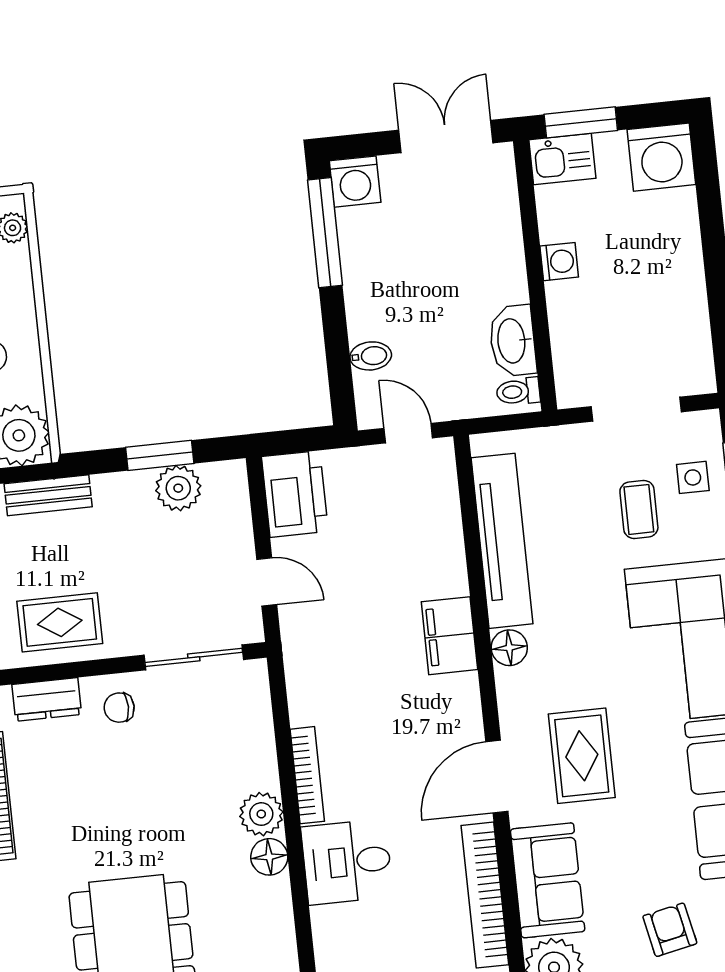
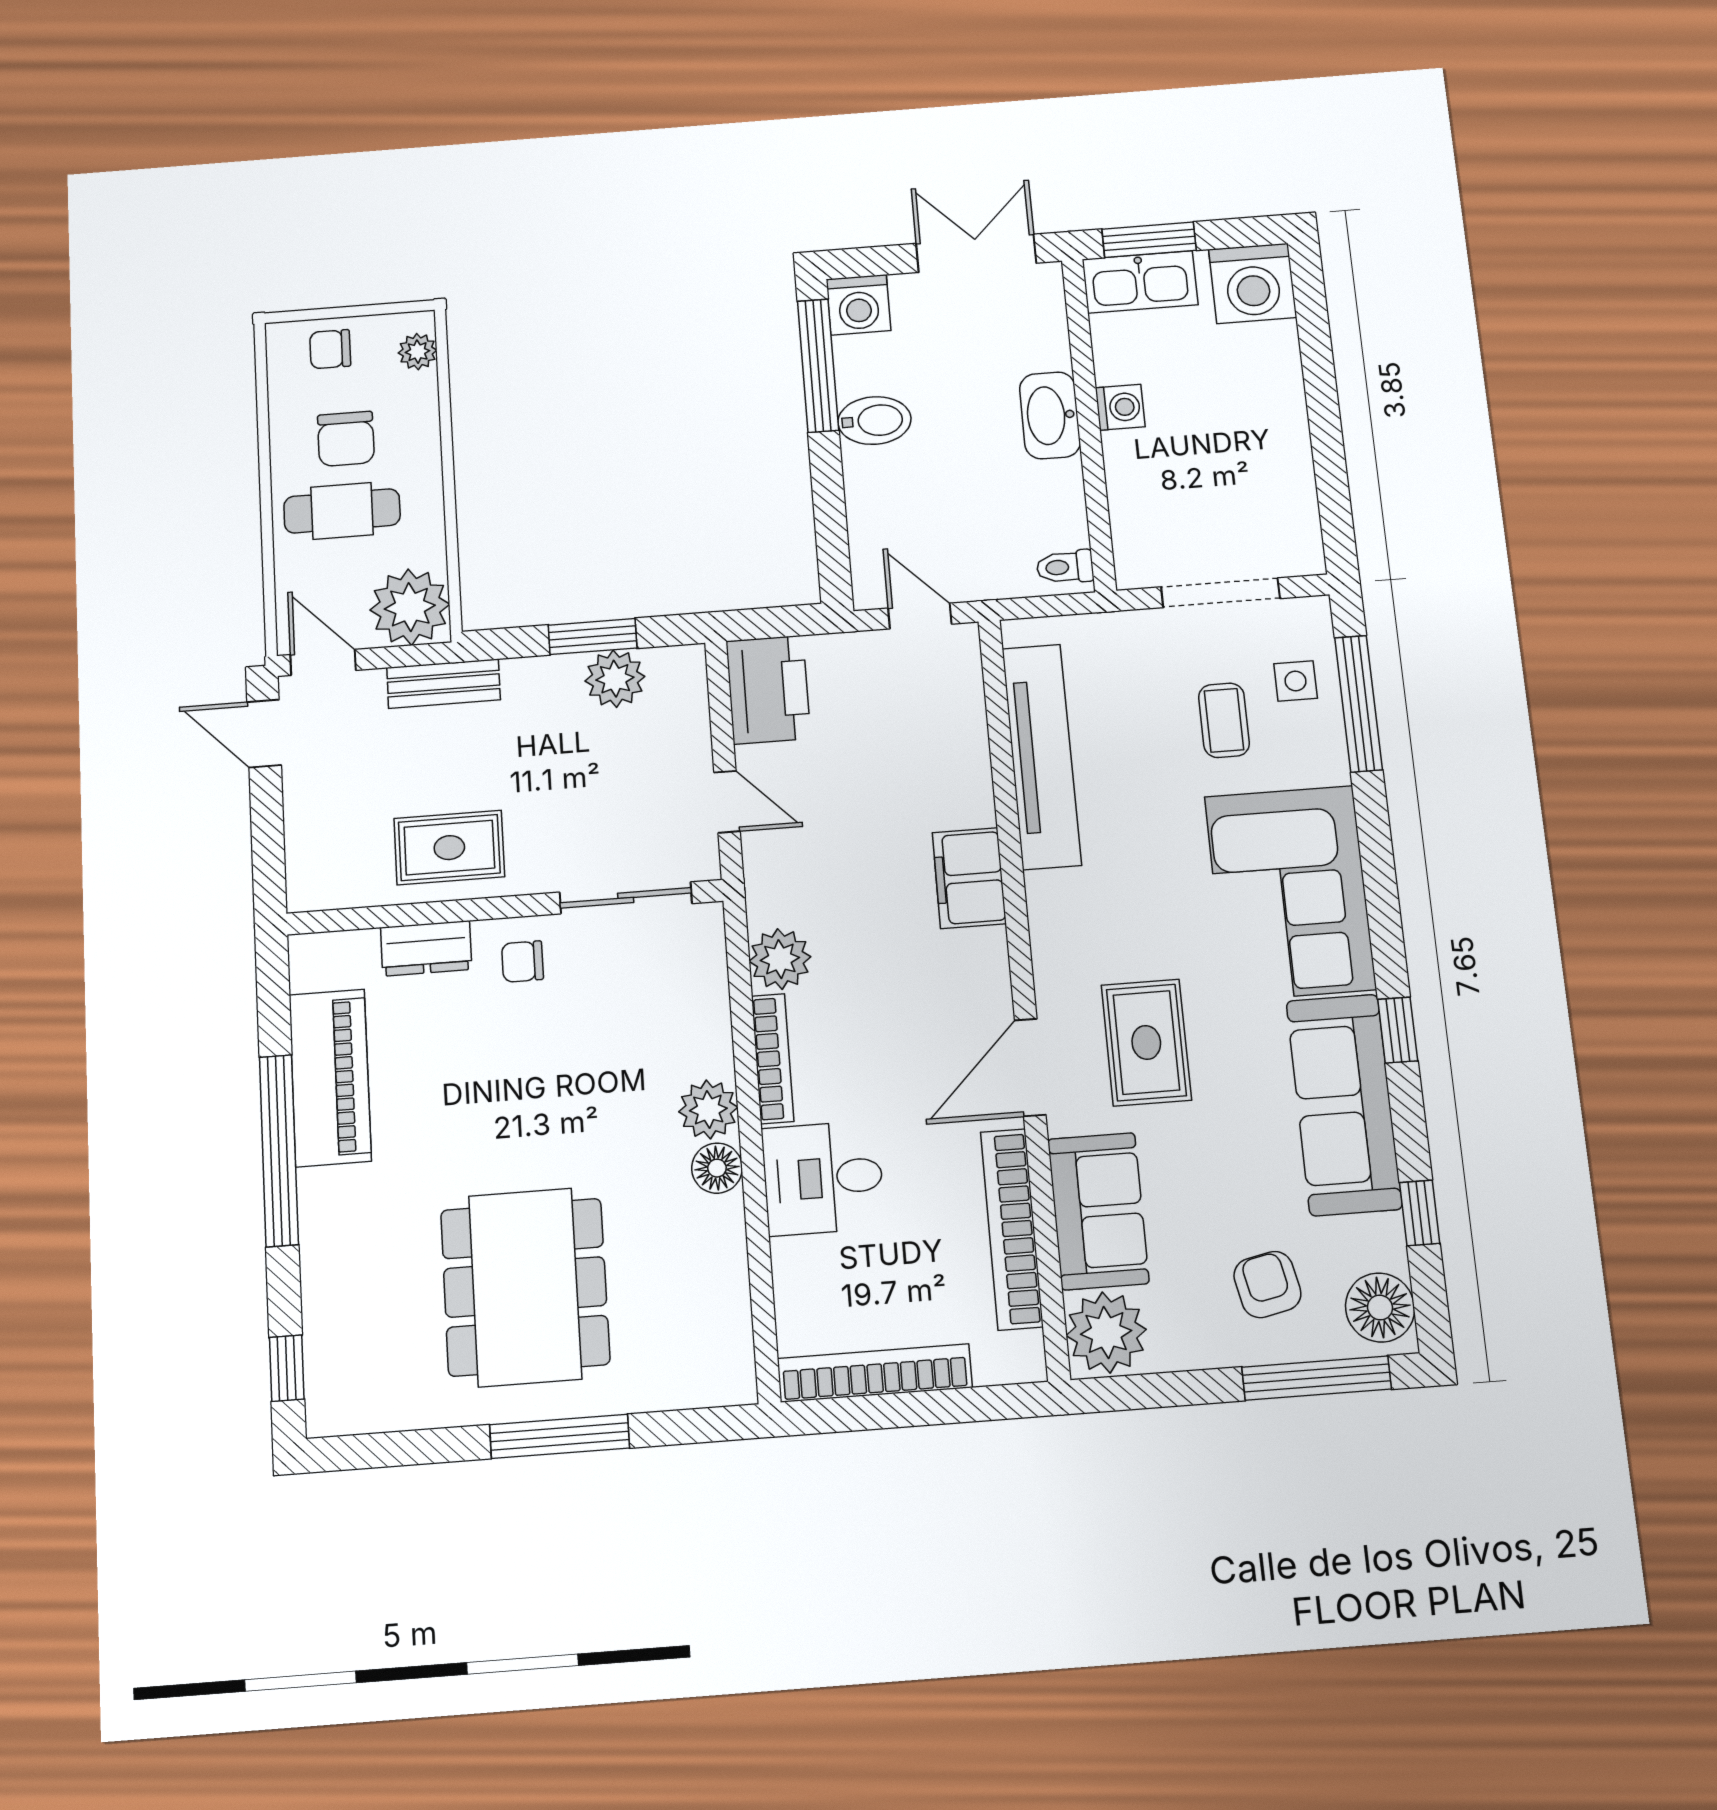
kitchen sink: (562, 159) -> (1140, 282), width x1.38
washbasin: (513, 341) -> (1050, 415), moved
bidet: (371, 356) -> (874, 421), moved, width x1.38, depth x1.36
floor lamp: (509, 648) -> (1049, 896), removed
plant: (310, 701) -> (780, 959), added

